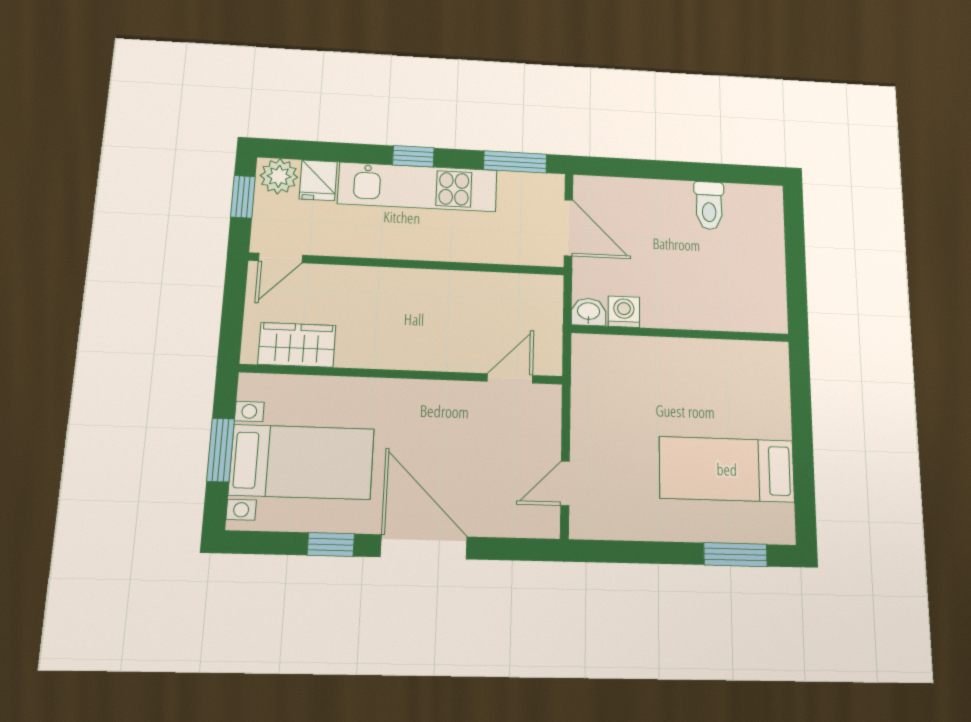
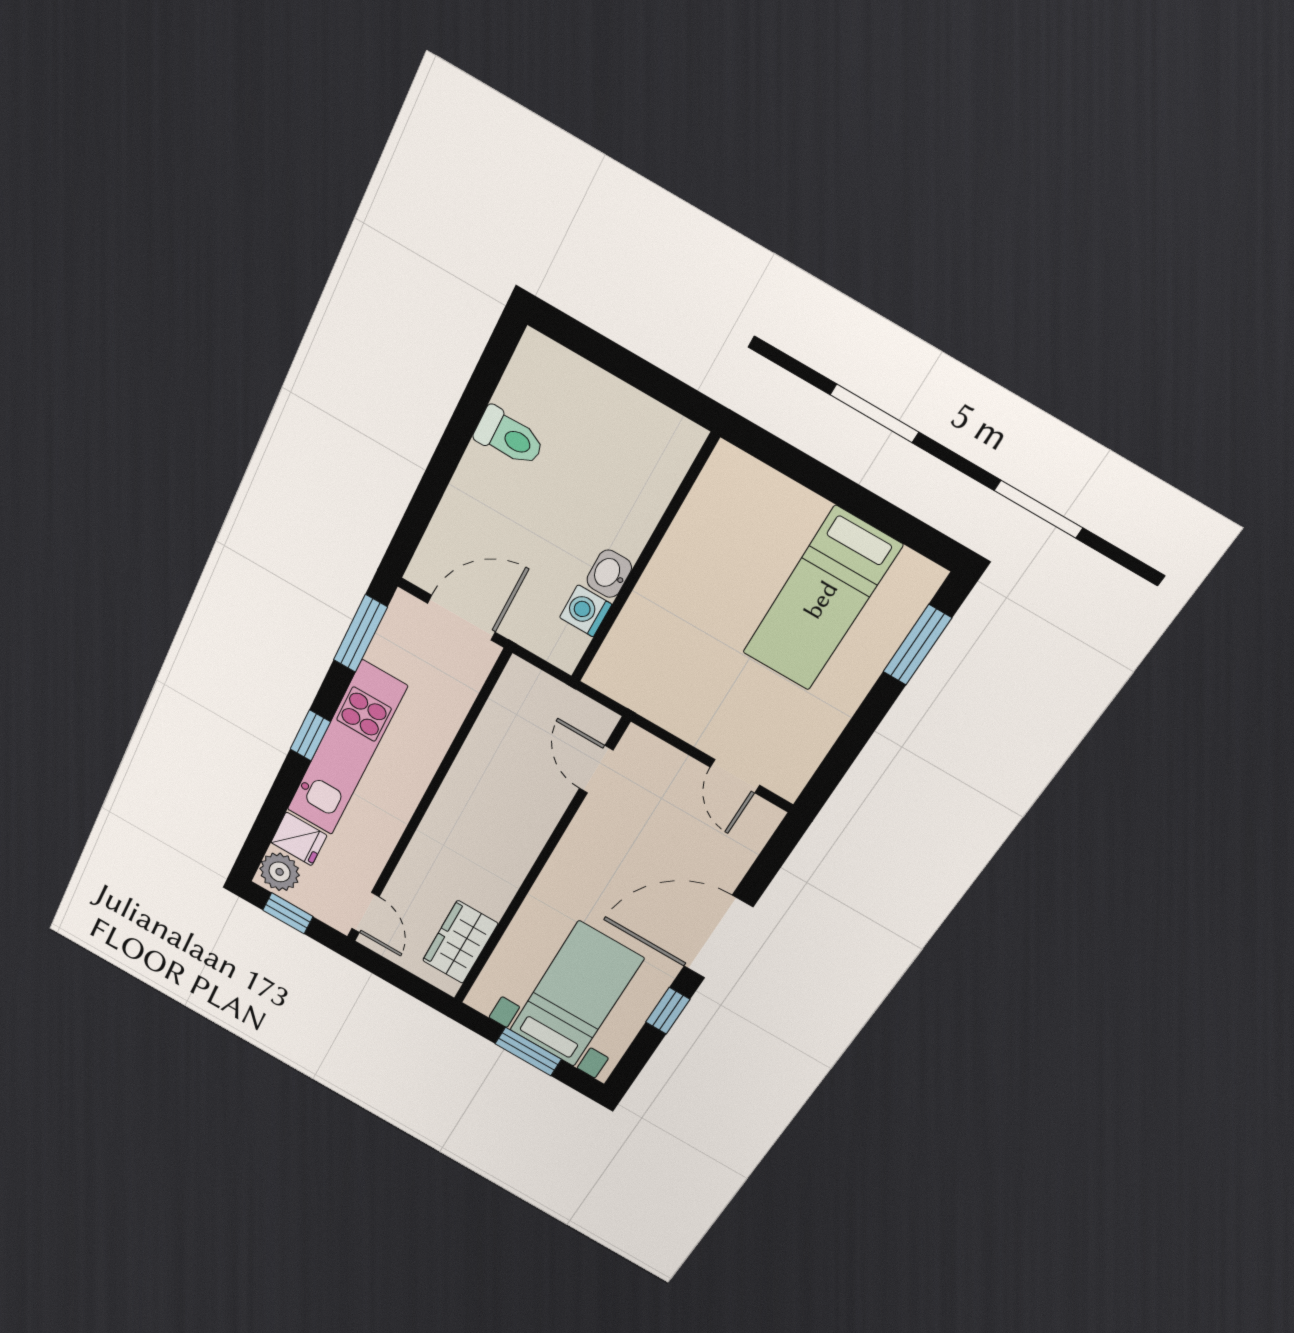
washbasin: (589, 312) -> (609, 574), moved

